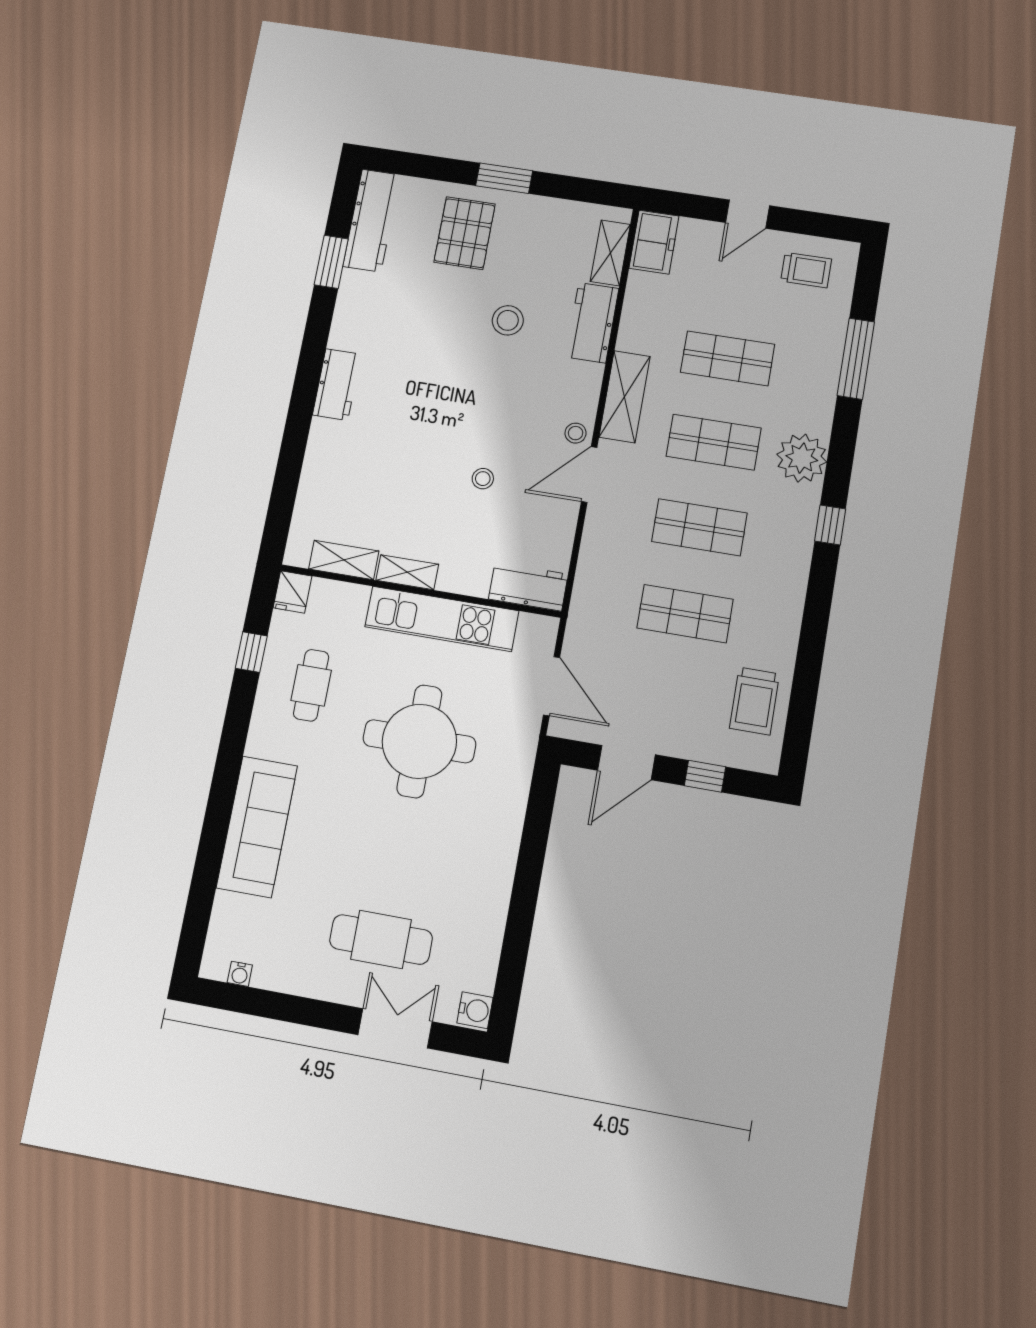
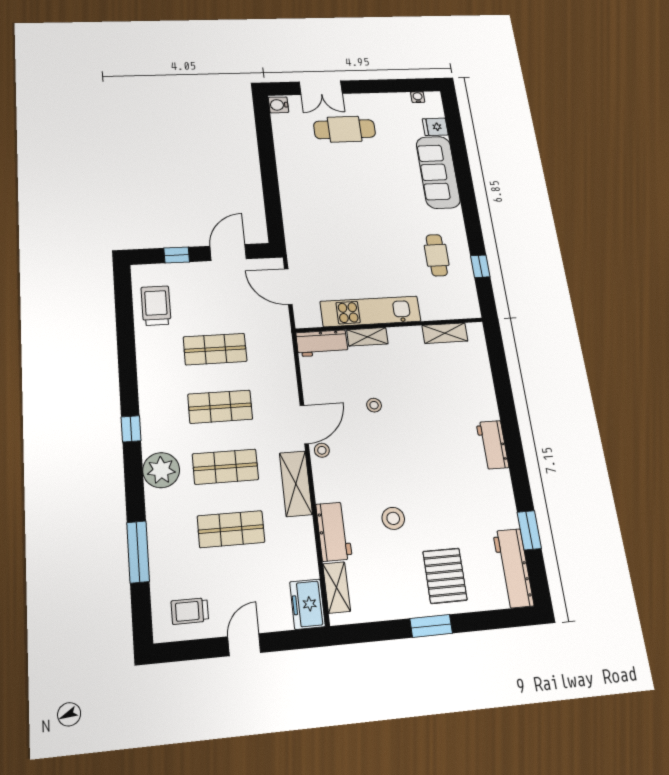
shelving: (407, 572) -> (367, 337), moved
fridge: (292, 592) -> (435, 127), moved, turned -90
round table: (419, 741) -> (359, 238), removed

